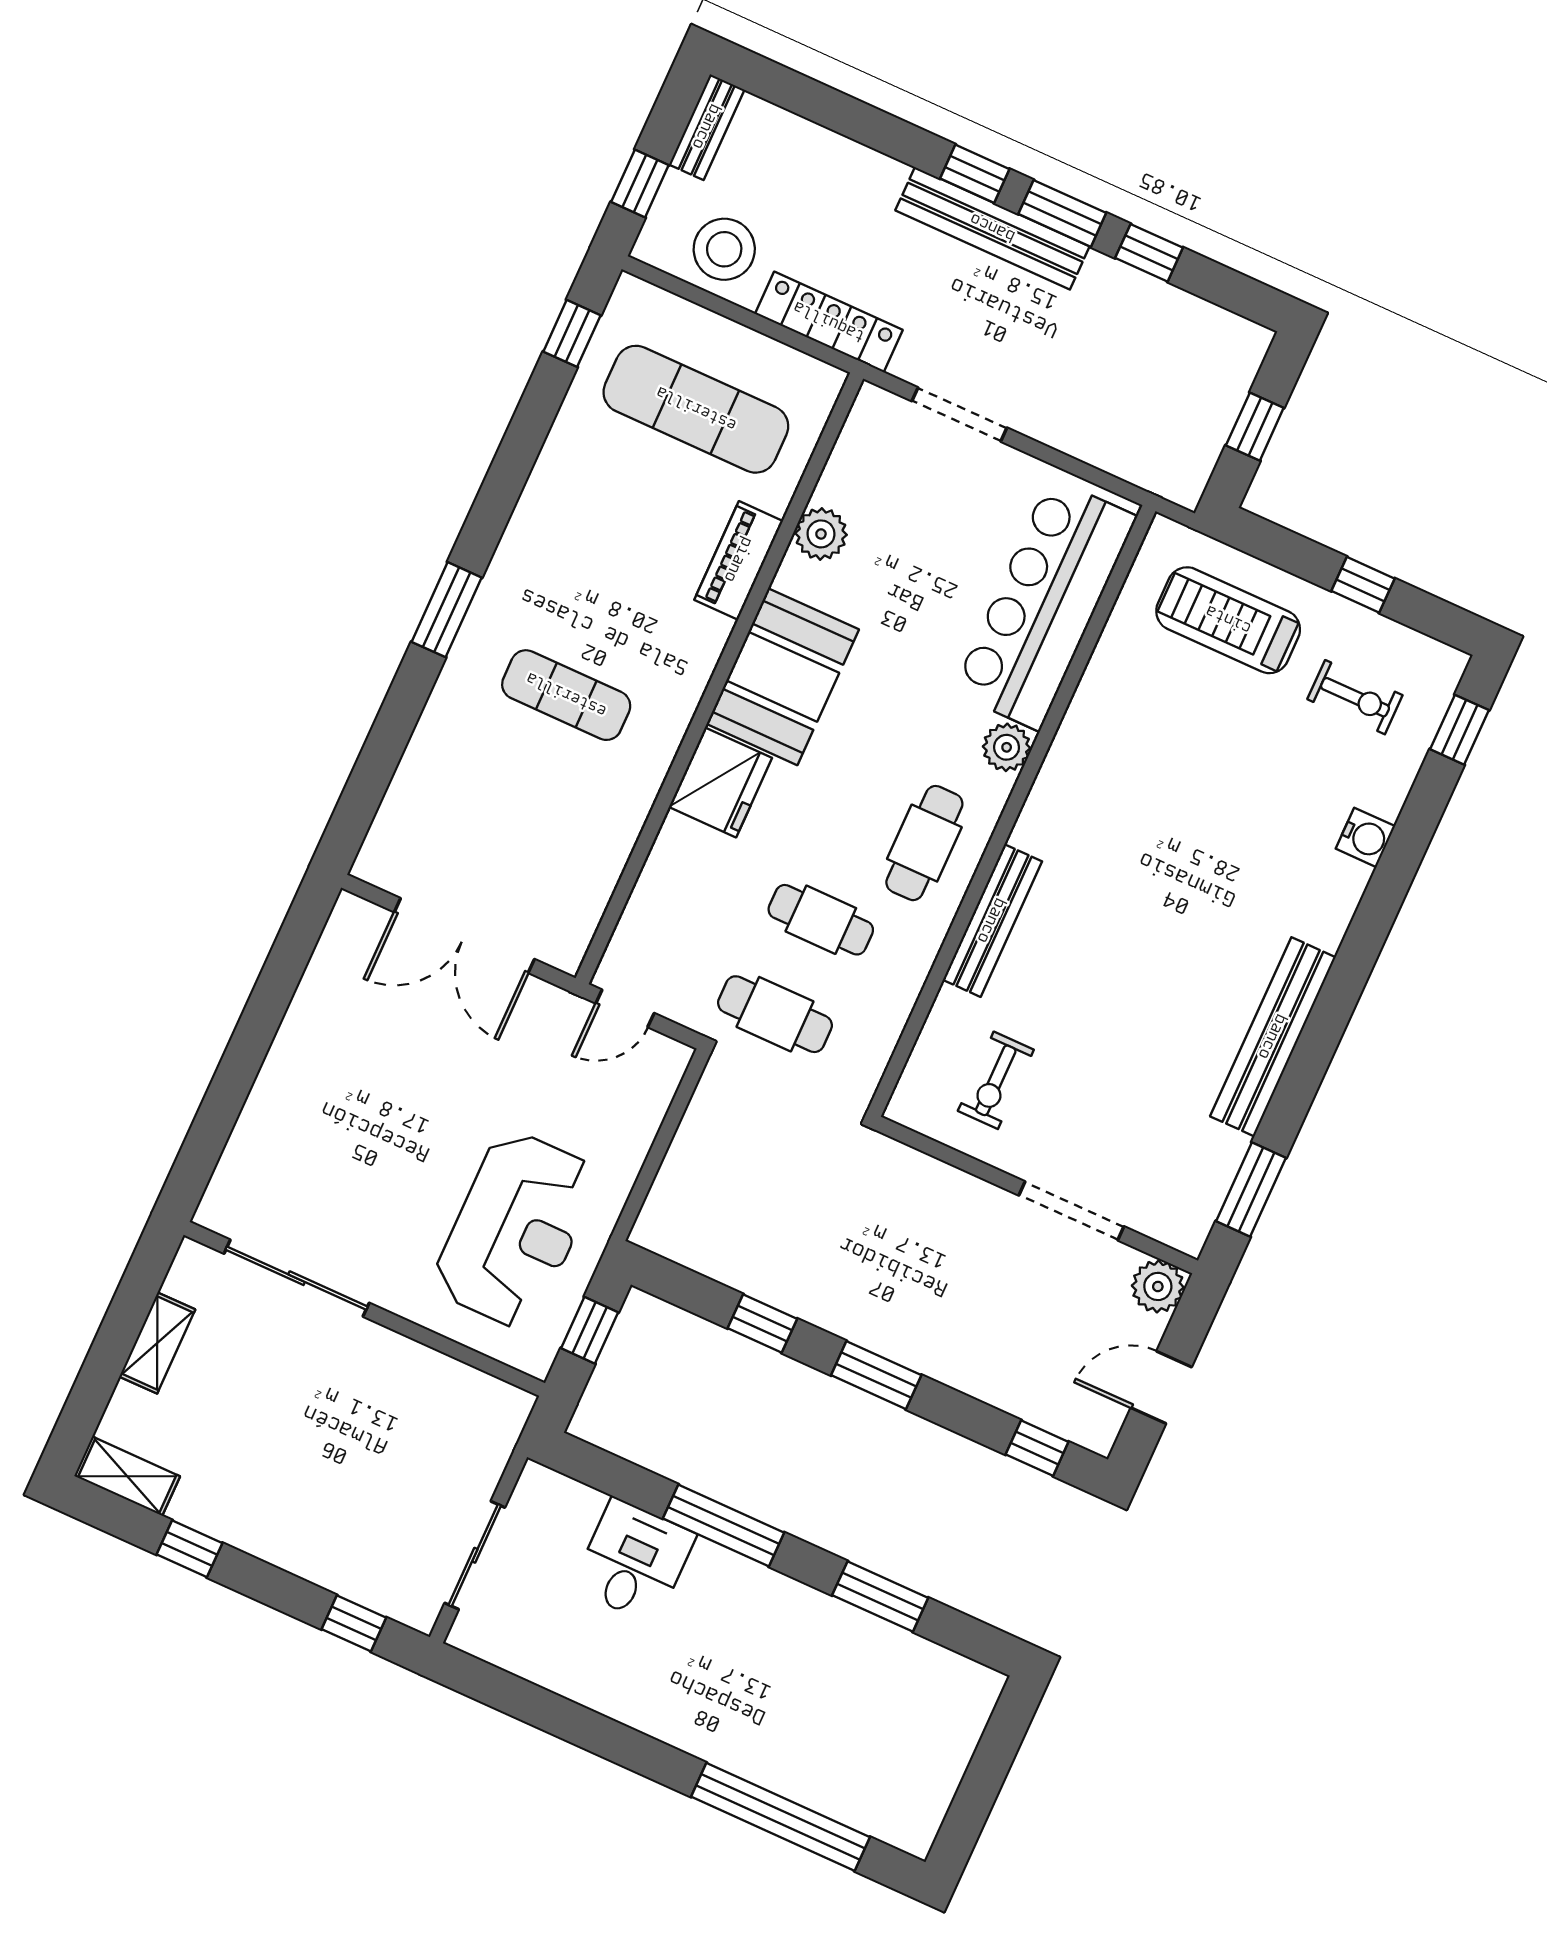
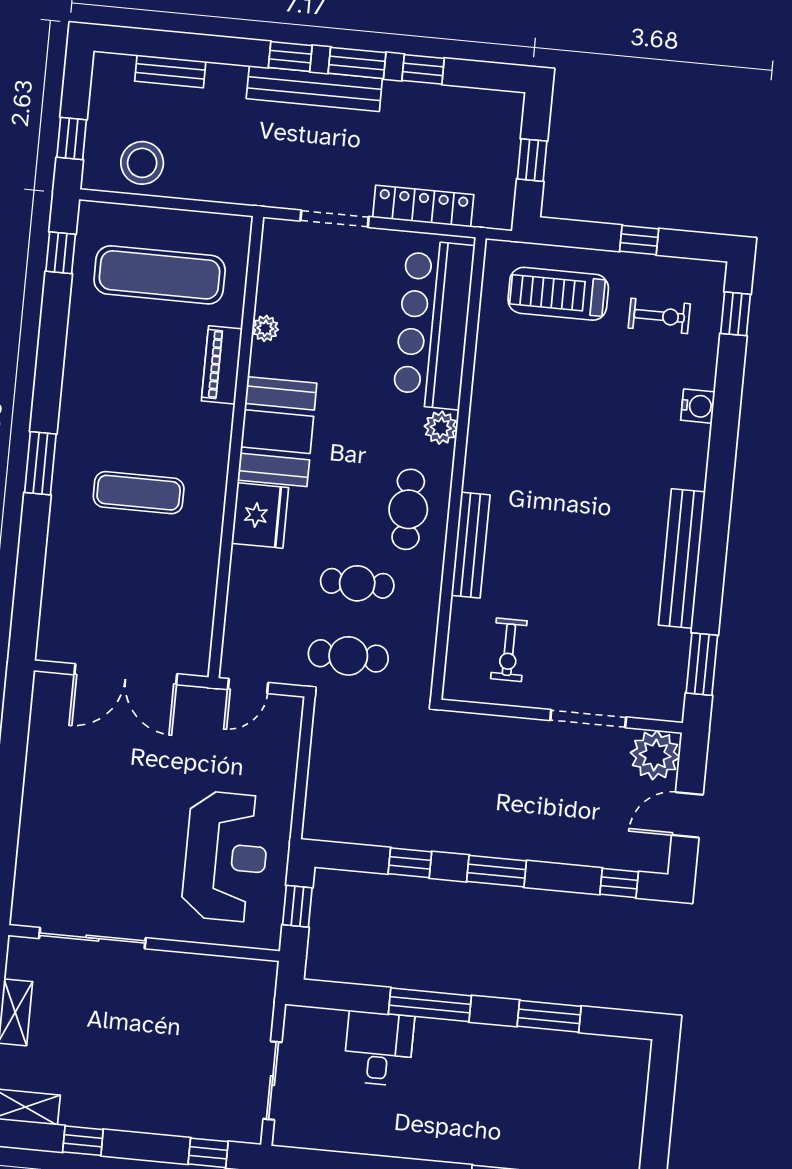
bench: (707, 127) -> (170, 71), moved, turned 90
locker: (829, 322) -> (423, 206), moved
plant: (821, 534) -> (265, 328), width x0.73, depth x0.73
plant: (1158, 1286) -> (655, 755), width x1.36, depth x1.36

